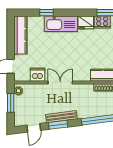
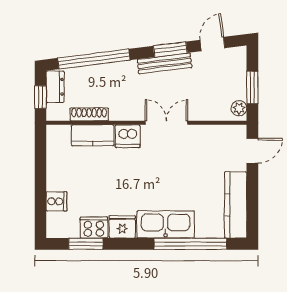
window: (46, 13) -> (190, 244), width x3.17
dishwasher: (38, 75) -> (128, 136), moved
double door: (60, 82) -> (166, 123), swing flipped

